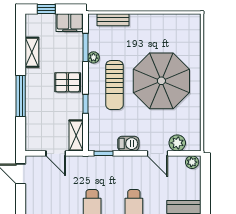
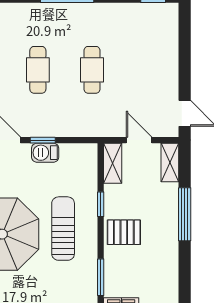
shelving: (32, 52) -> (170, 163), moved
plant: (93, 57) -> (90, 264), removed
window: (104, 153) -> (43, 140), moved

